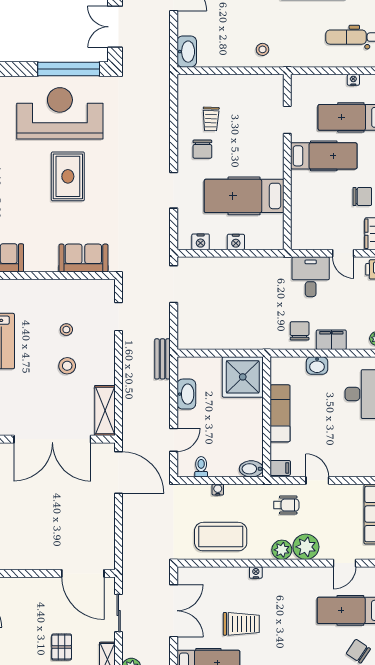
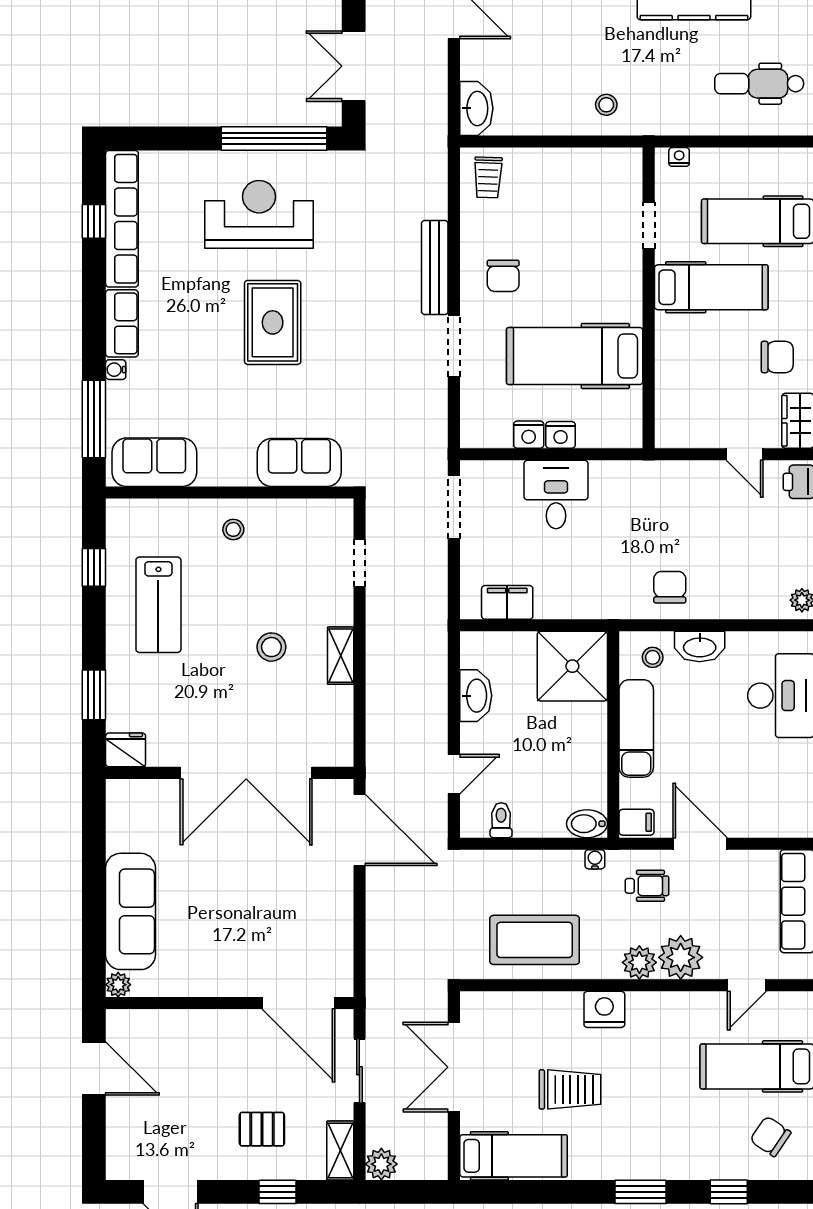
nightstand: (353, 80) -> (679, 157), moved
reception desk: (60, 113) -> (259, 214), width x0.74, depth x0.77
trolley: (211, 119) -> (488, 177), moved
nightstand: (201, 242) -> (529, 435), moved
desk: (311, 277) -> (556, 494), moved
stool: (66, 330) -> (233, 529), moved
filing cabinet: (331, 340) -> (507, 602), moved
bench: (162, 359) -> (435, 268), moved, width x1.36
washbasin: (317, 365) -> (700, 647), width x1.38
stool: (290, 372) -> (653, 657), added
shelving: (105, 411) -> (341, 656), moved, width x0.67, depth x0.75
door: (317, 480) -> (700, 844), width x1.38
water cooler: (218, 490) -> (595, 859), moved
nightstand: (256, 572) -> (604, 1009), width x1.89, depth x1.79
double door: (174, 611) -> (454, 1067), swing flipped
pallet: (62, 647) -> (262, 1129), turned 90

